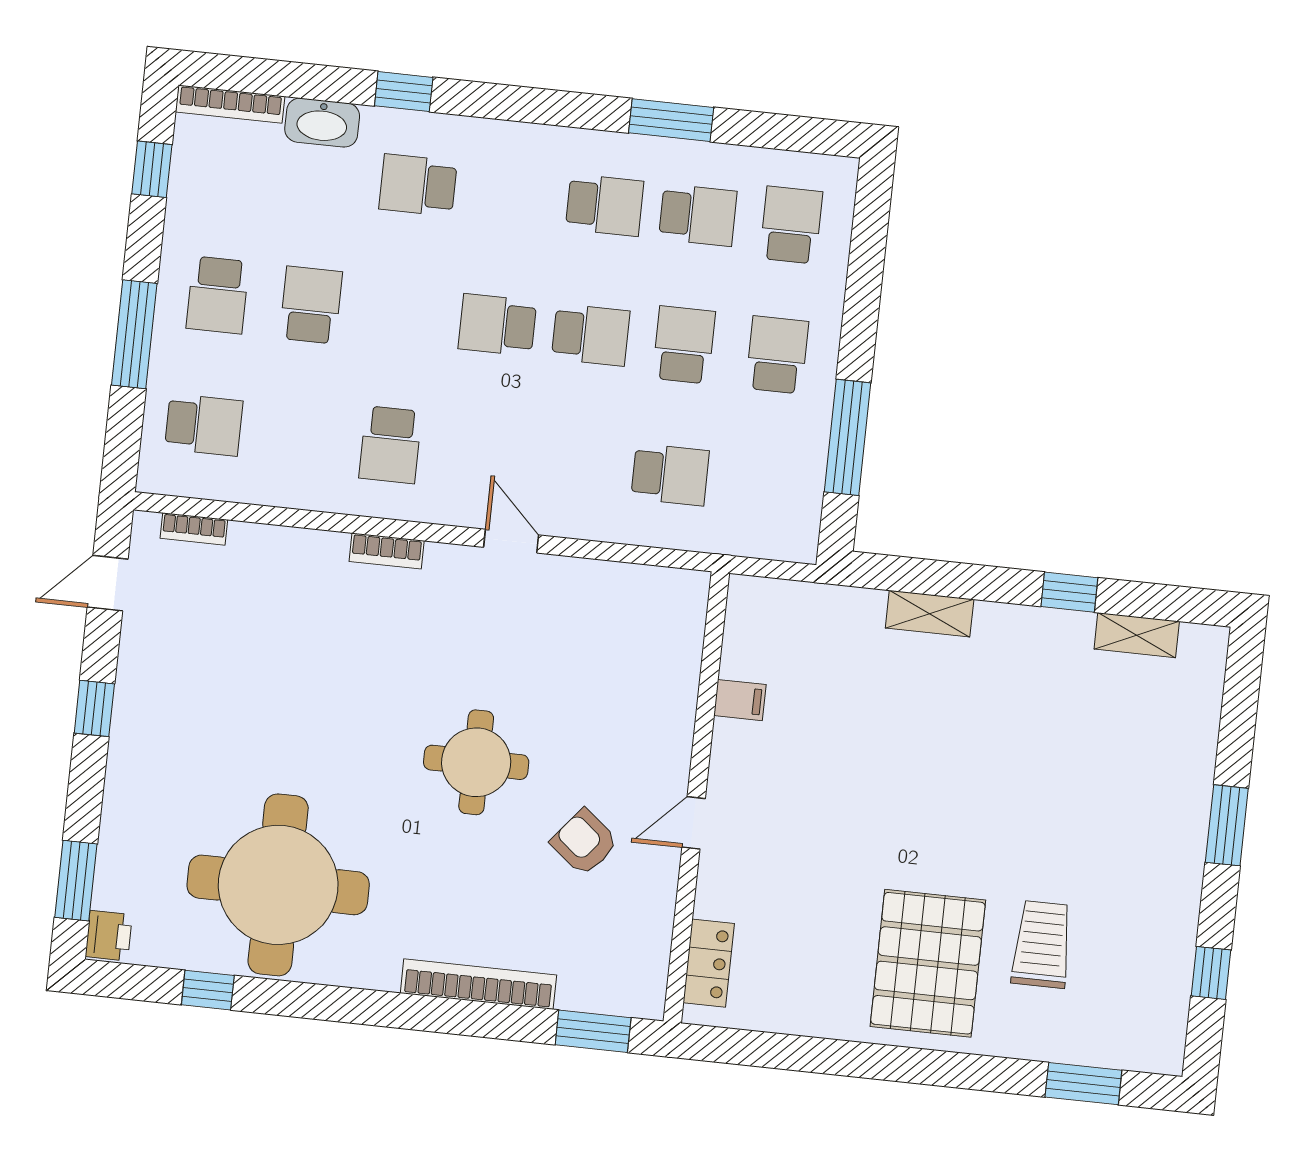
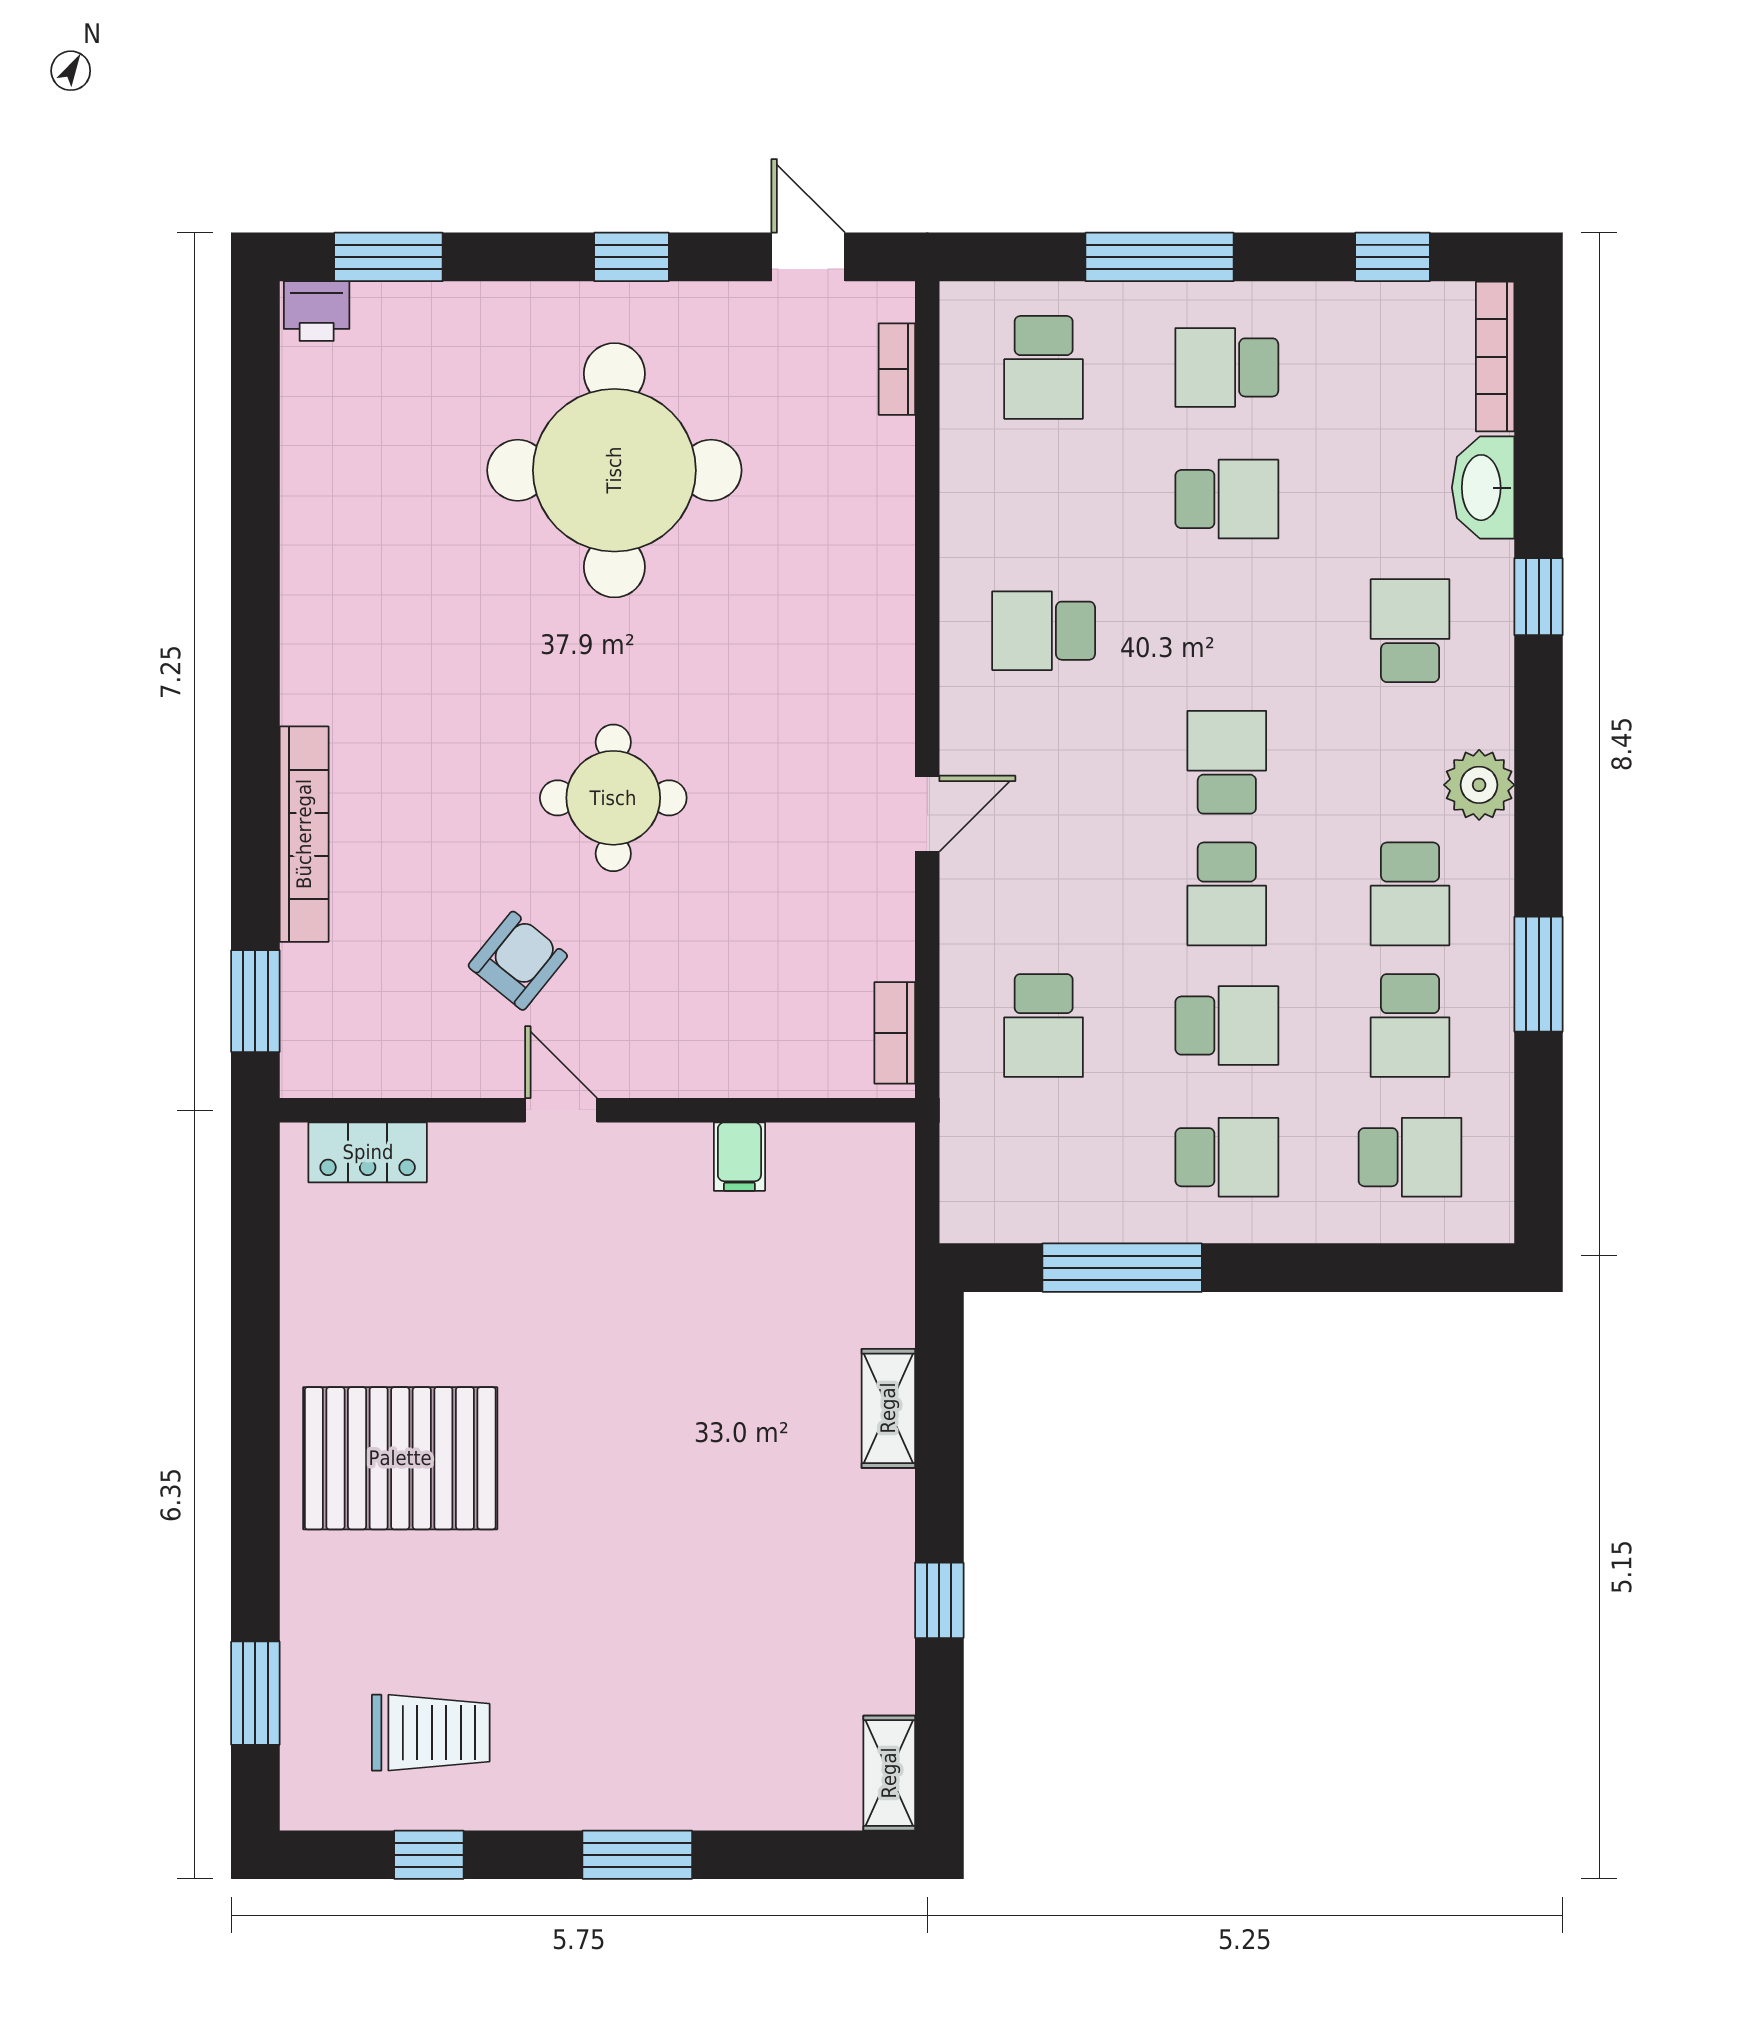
plant: (533, 148) -> (1479, 785), added
bookcase: (387, 551) -> (895, 1033), moved
shelving: (1137, 635) -> (889, 1773), moved
round table: (278, 885) -> (614, 470), moved
trolley: (1042, 944) -> (431, 1733), moved
window: (208, 990) -> (255, 457), removed

